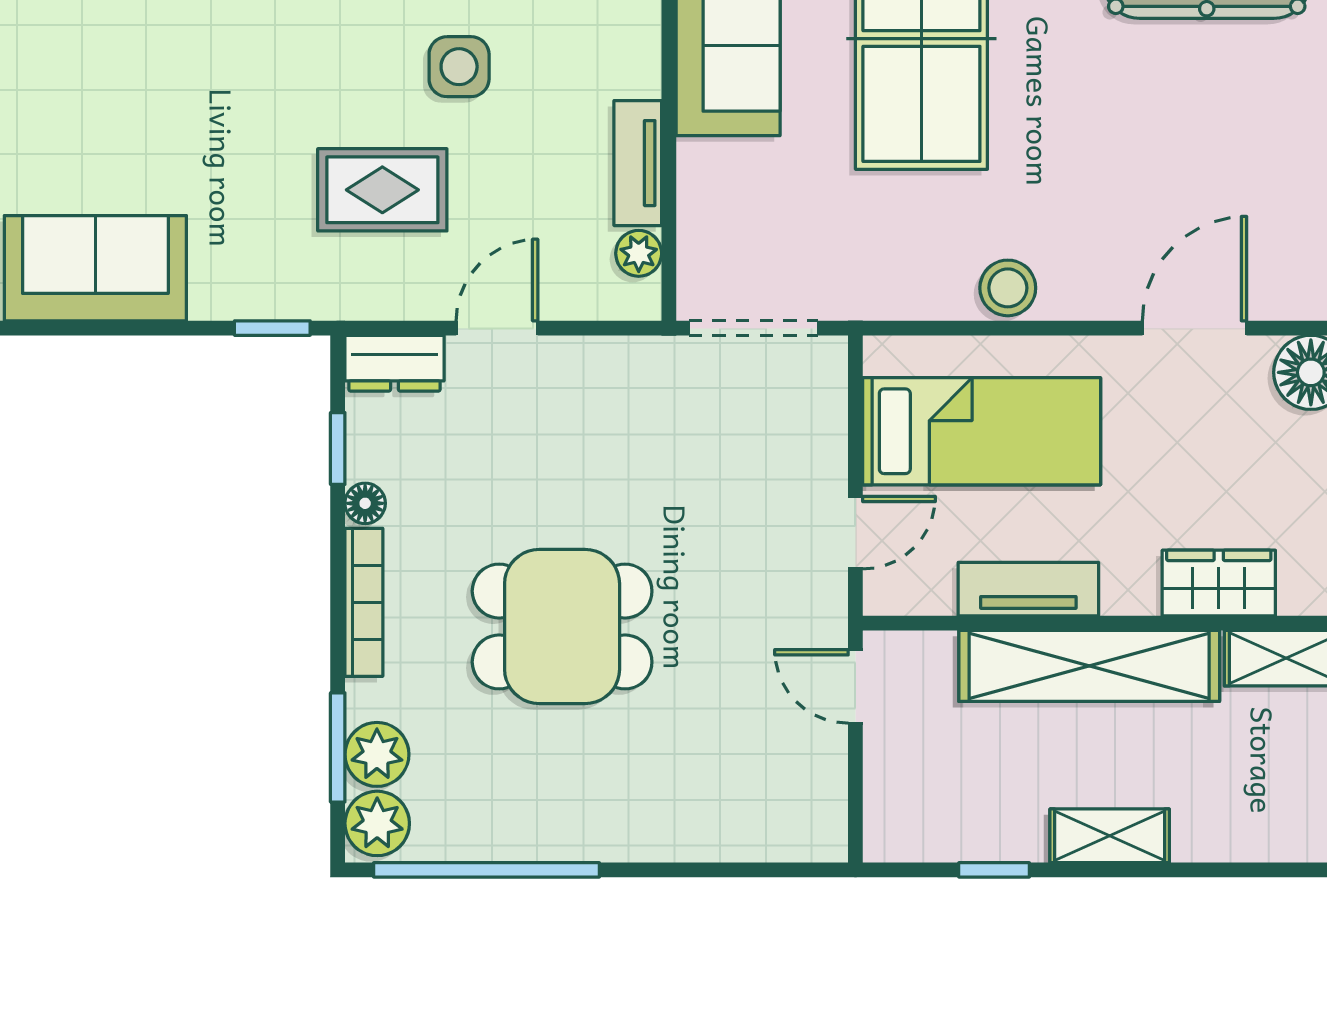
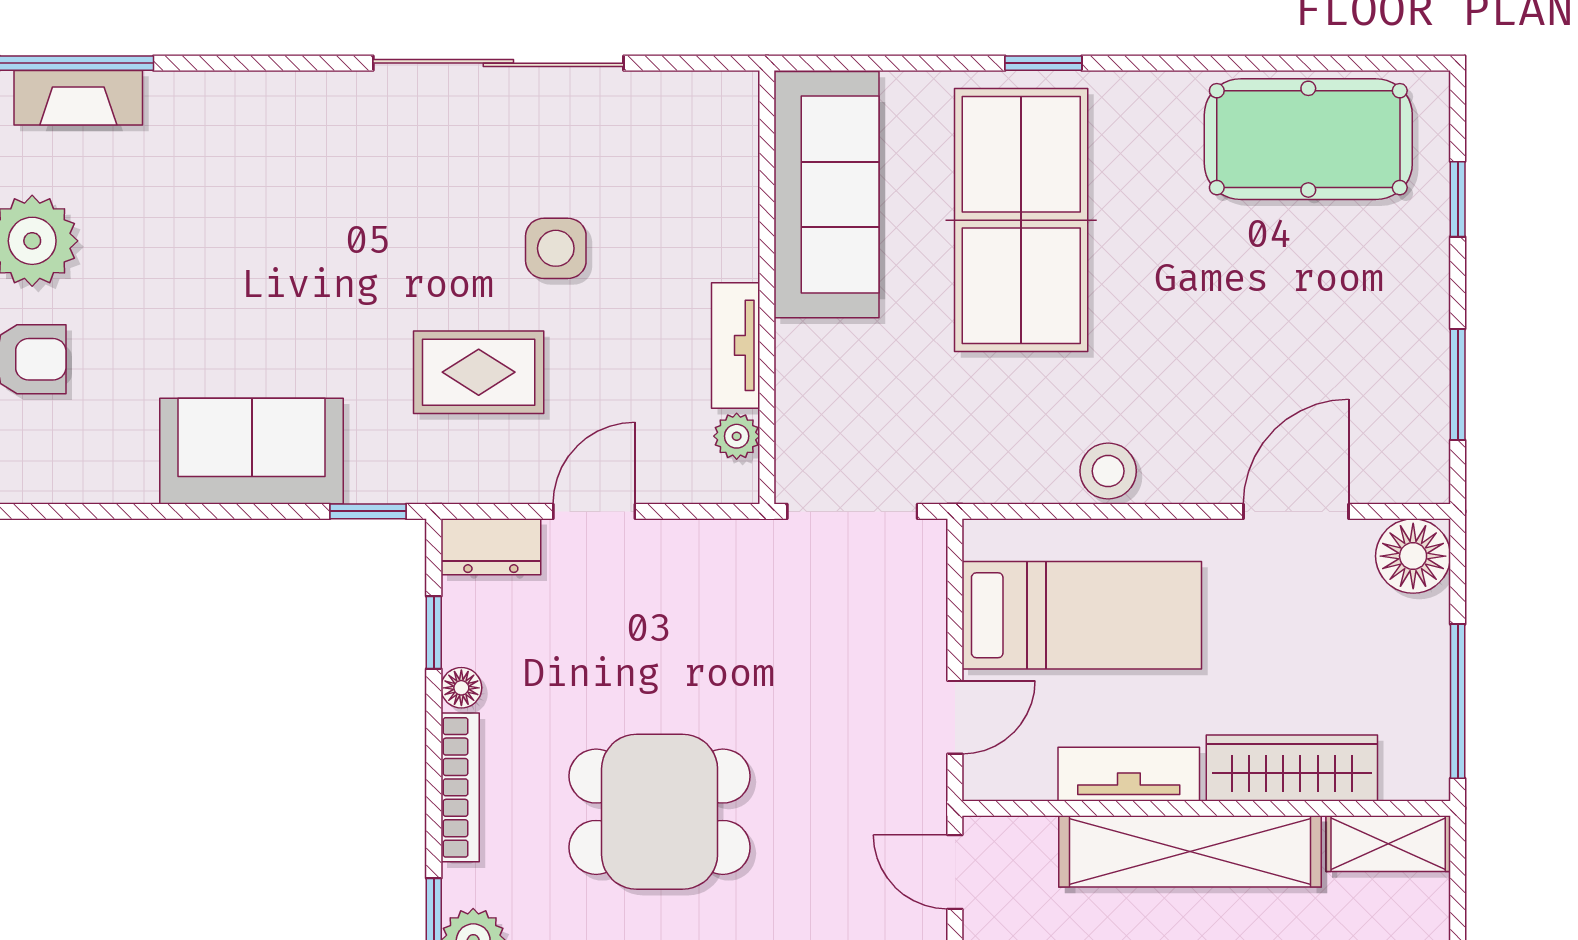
sofa: (95, 268) -> (252, 451), moved
wardrobe: (1219, 583) -> (1292, 768), width x1.50

